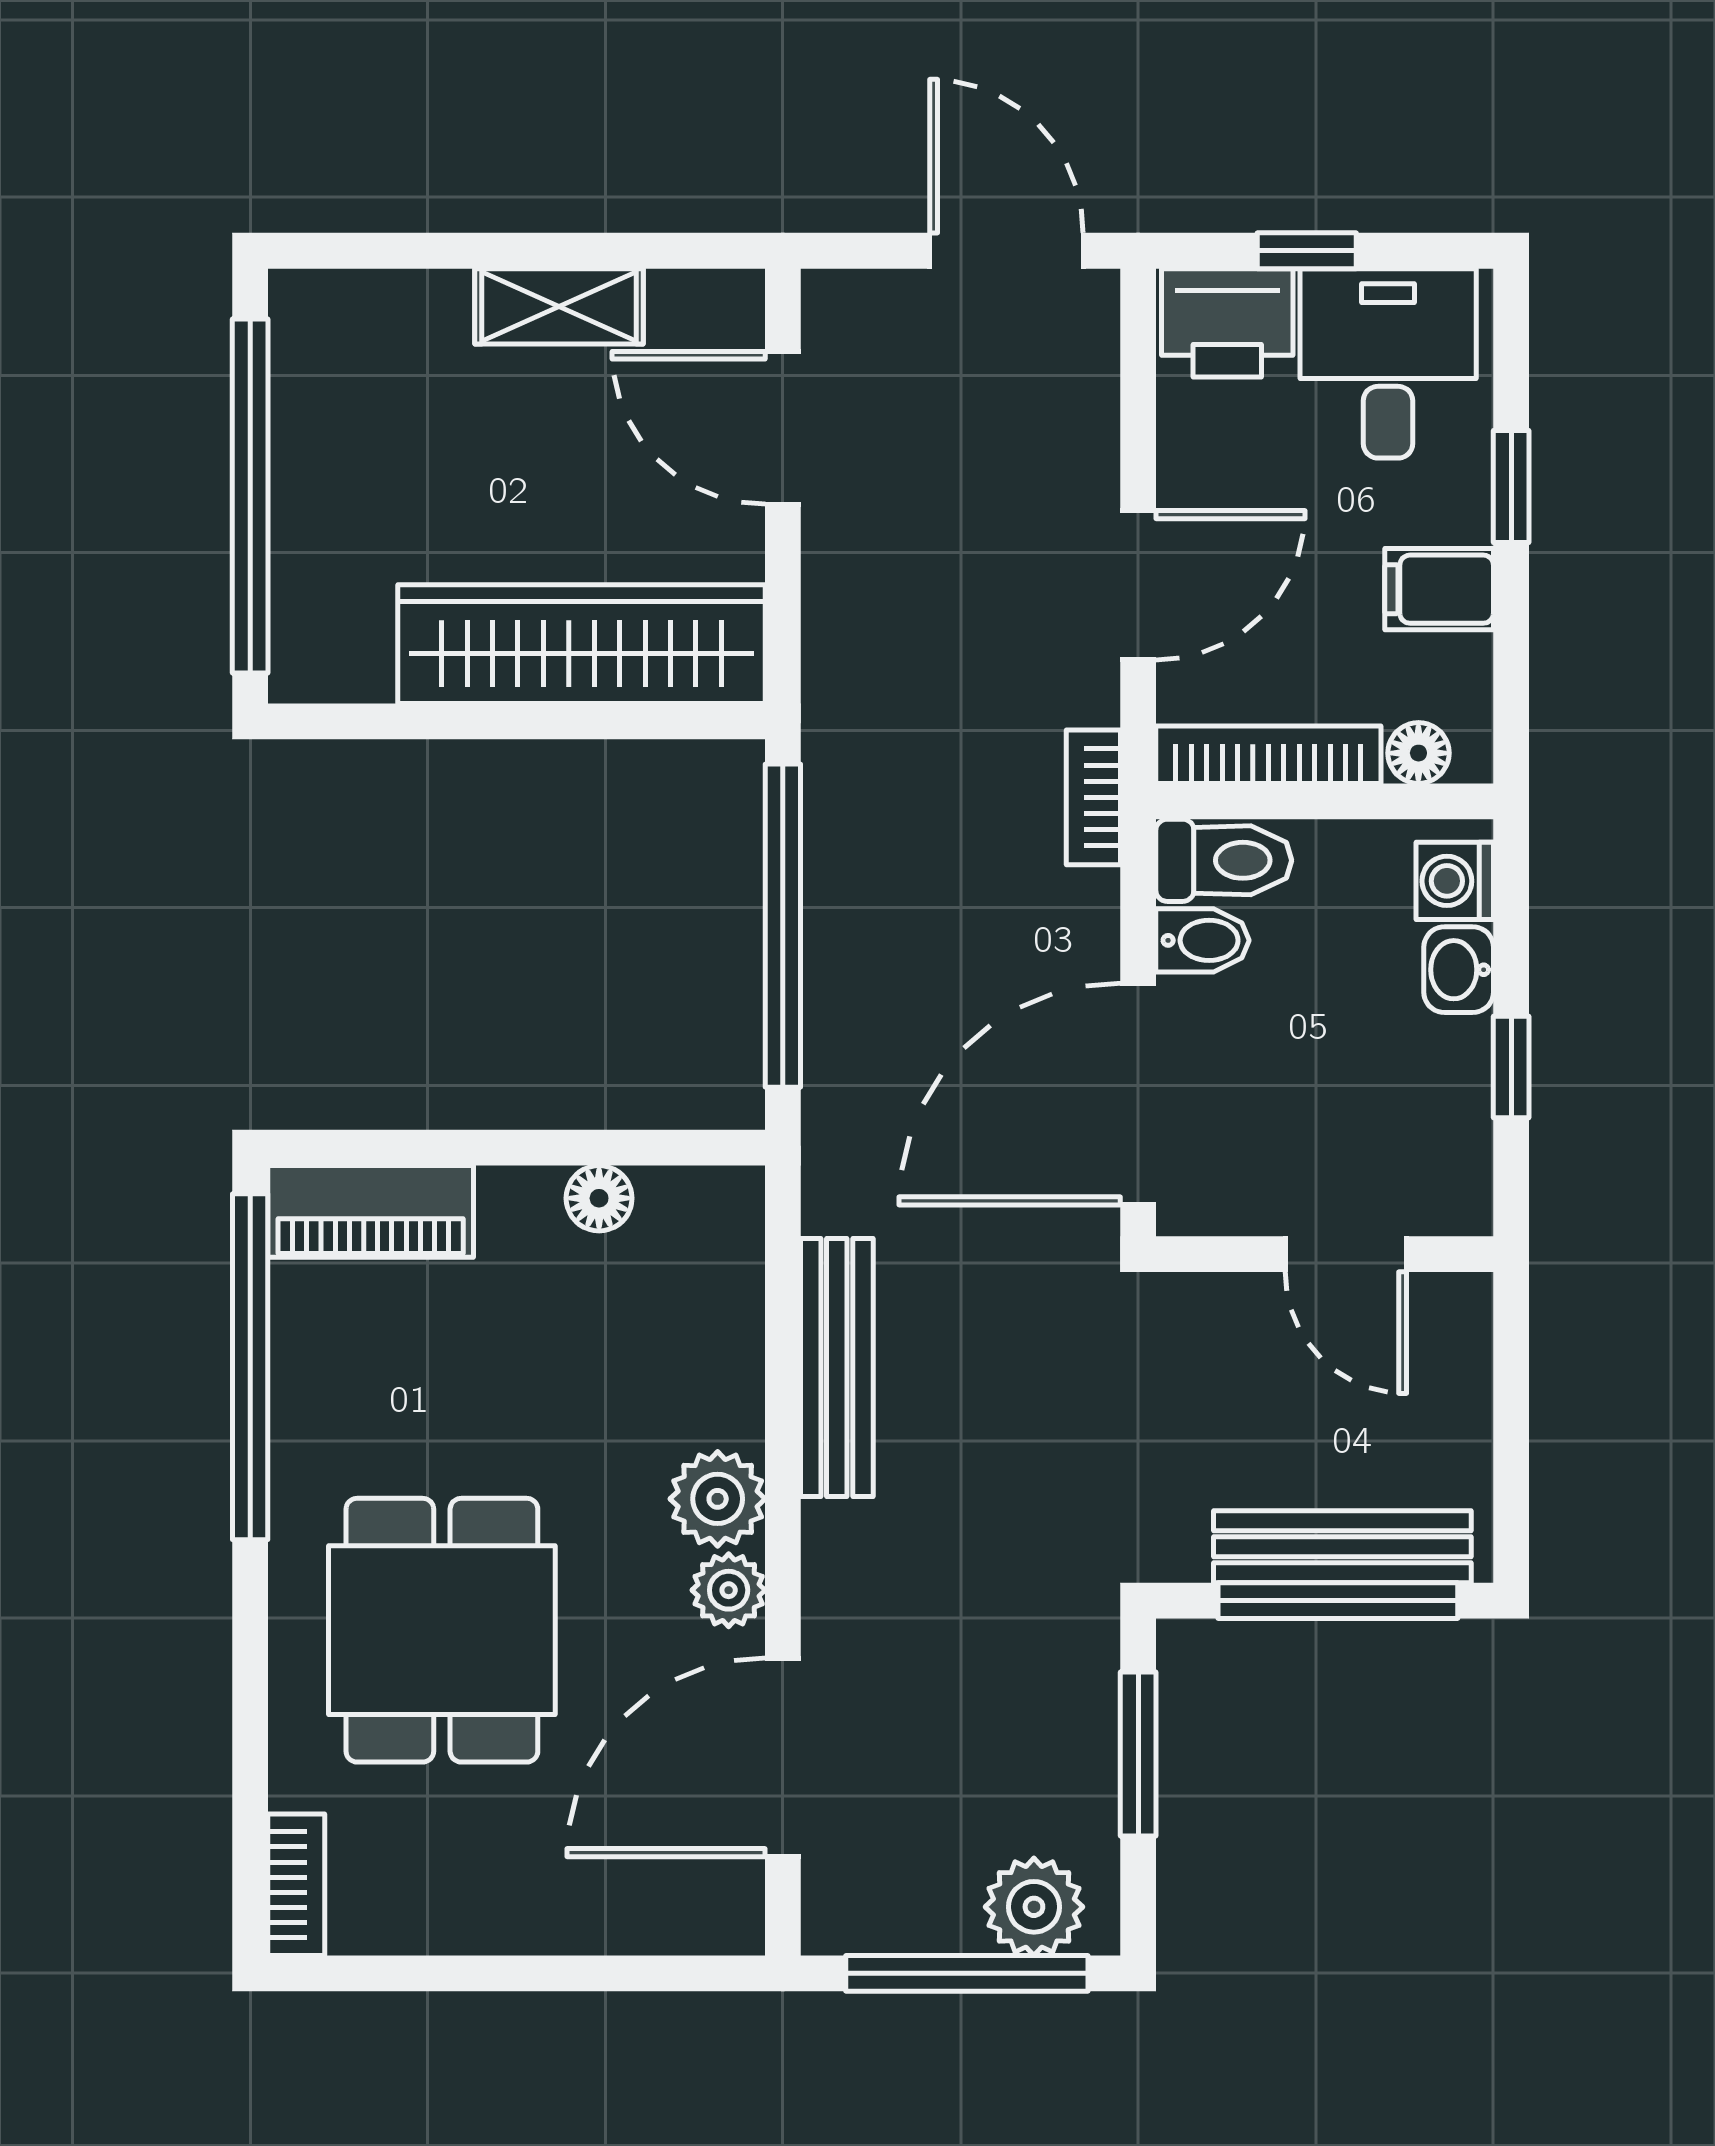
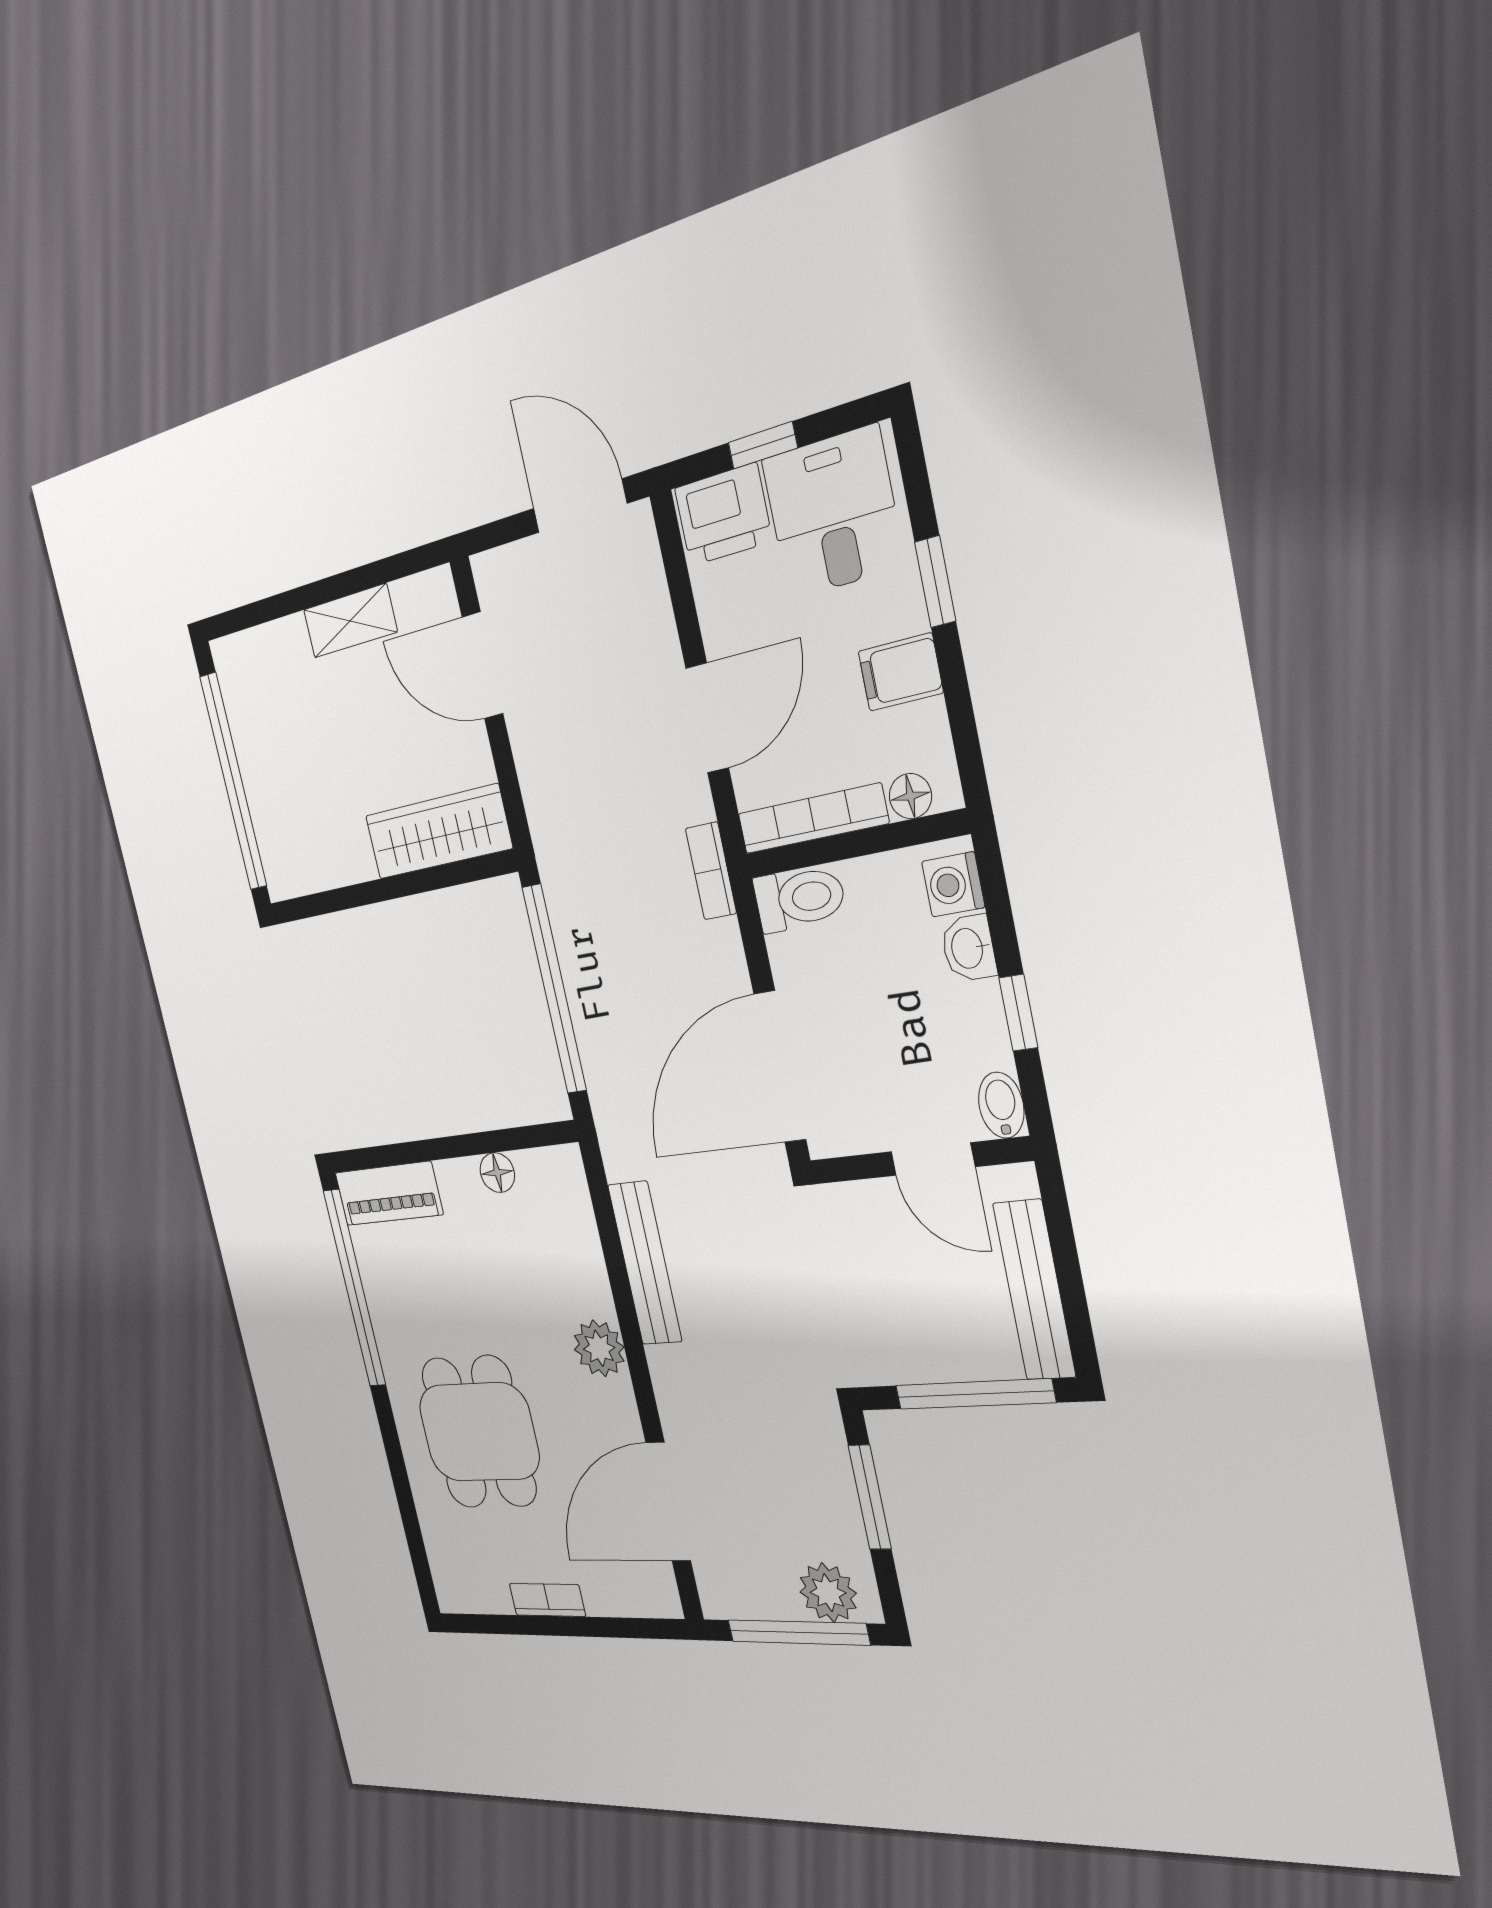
wardrobe: (582, 644) -> (438, 832), width x0.71, depth x0.85
bidet: (1203, 940) -> (1001, 1105), moved, turned -90
bench: (1342, 1547) -> (1034, 1290), moved, turned 90
plant: (729, 1590) -> (617, 1403), removed
bookcase: (296, 1885) -> (547, 1600), moved, turned -90

